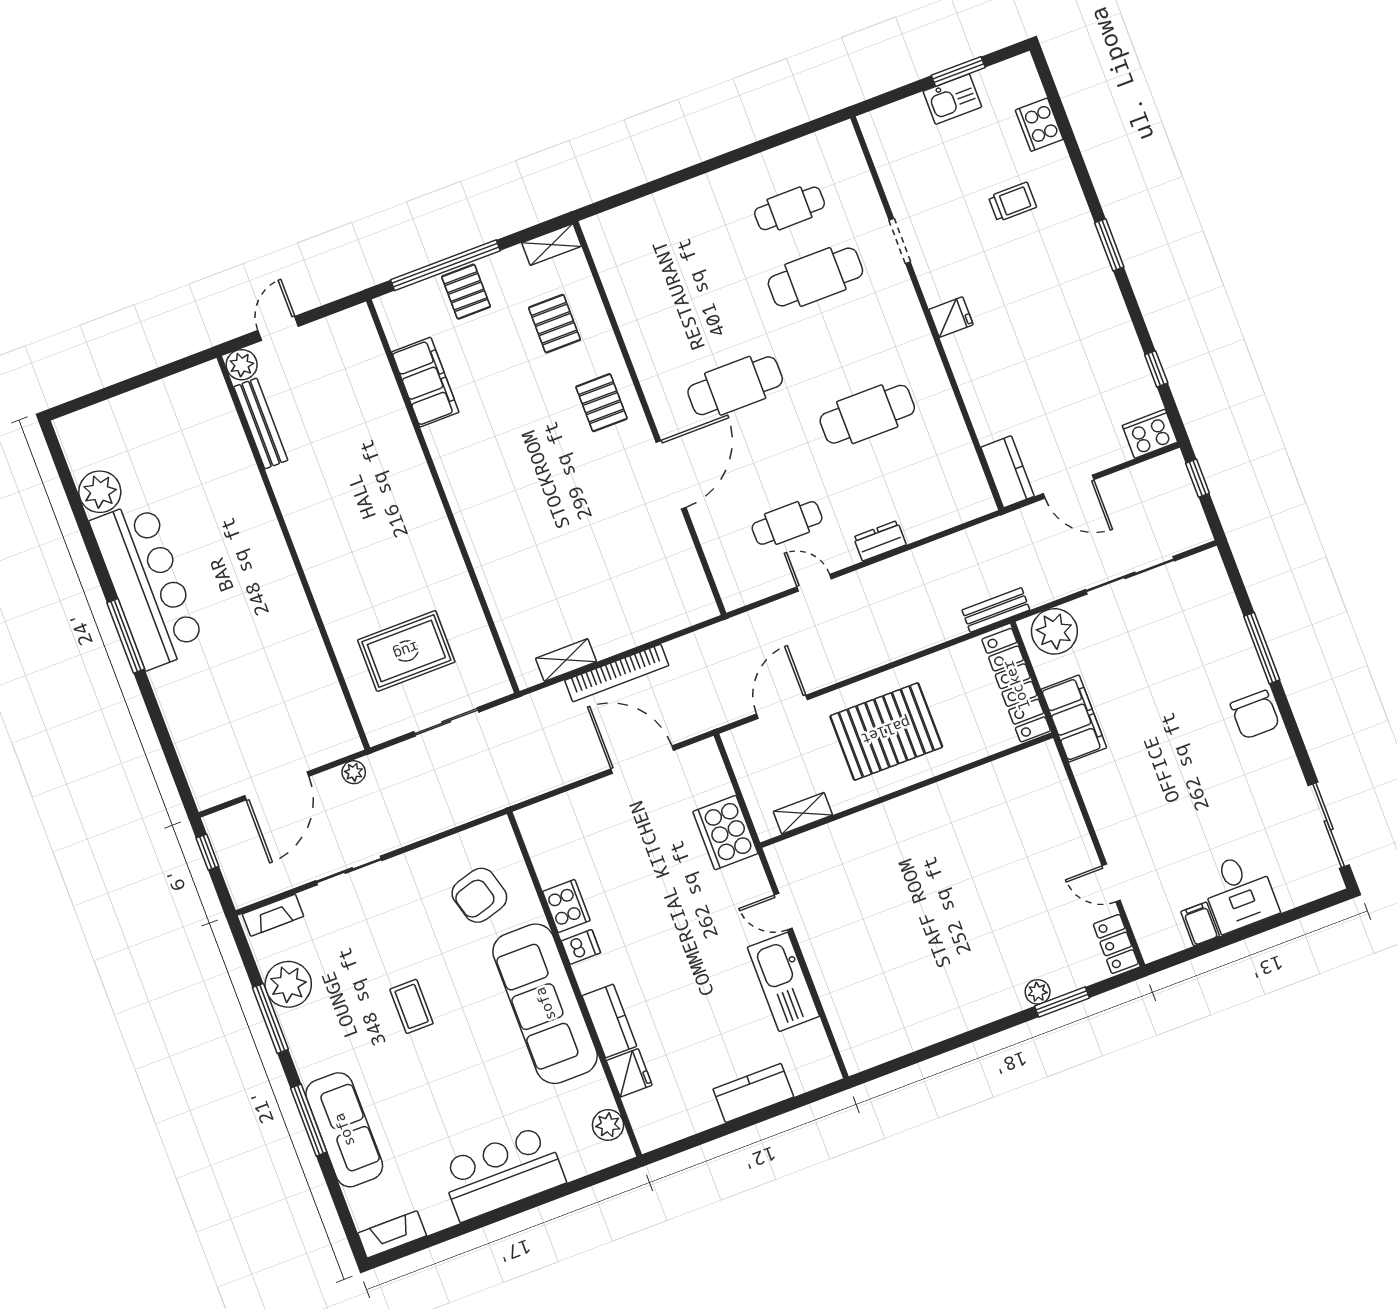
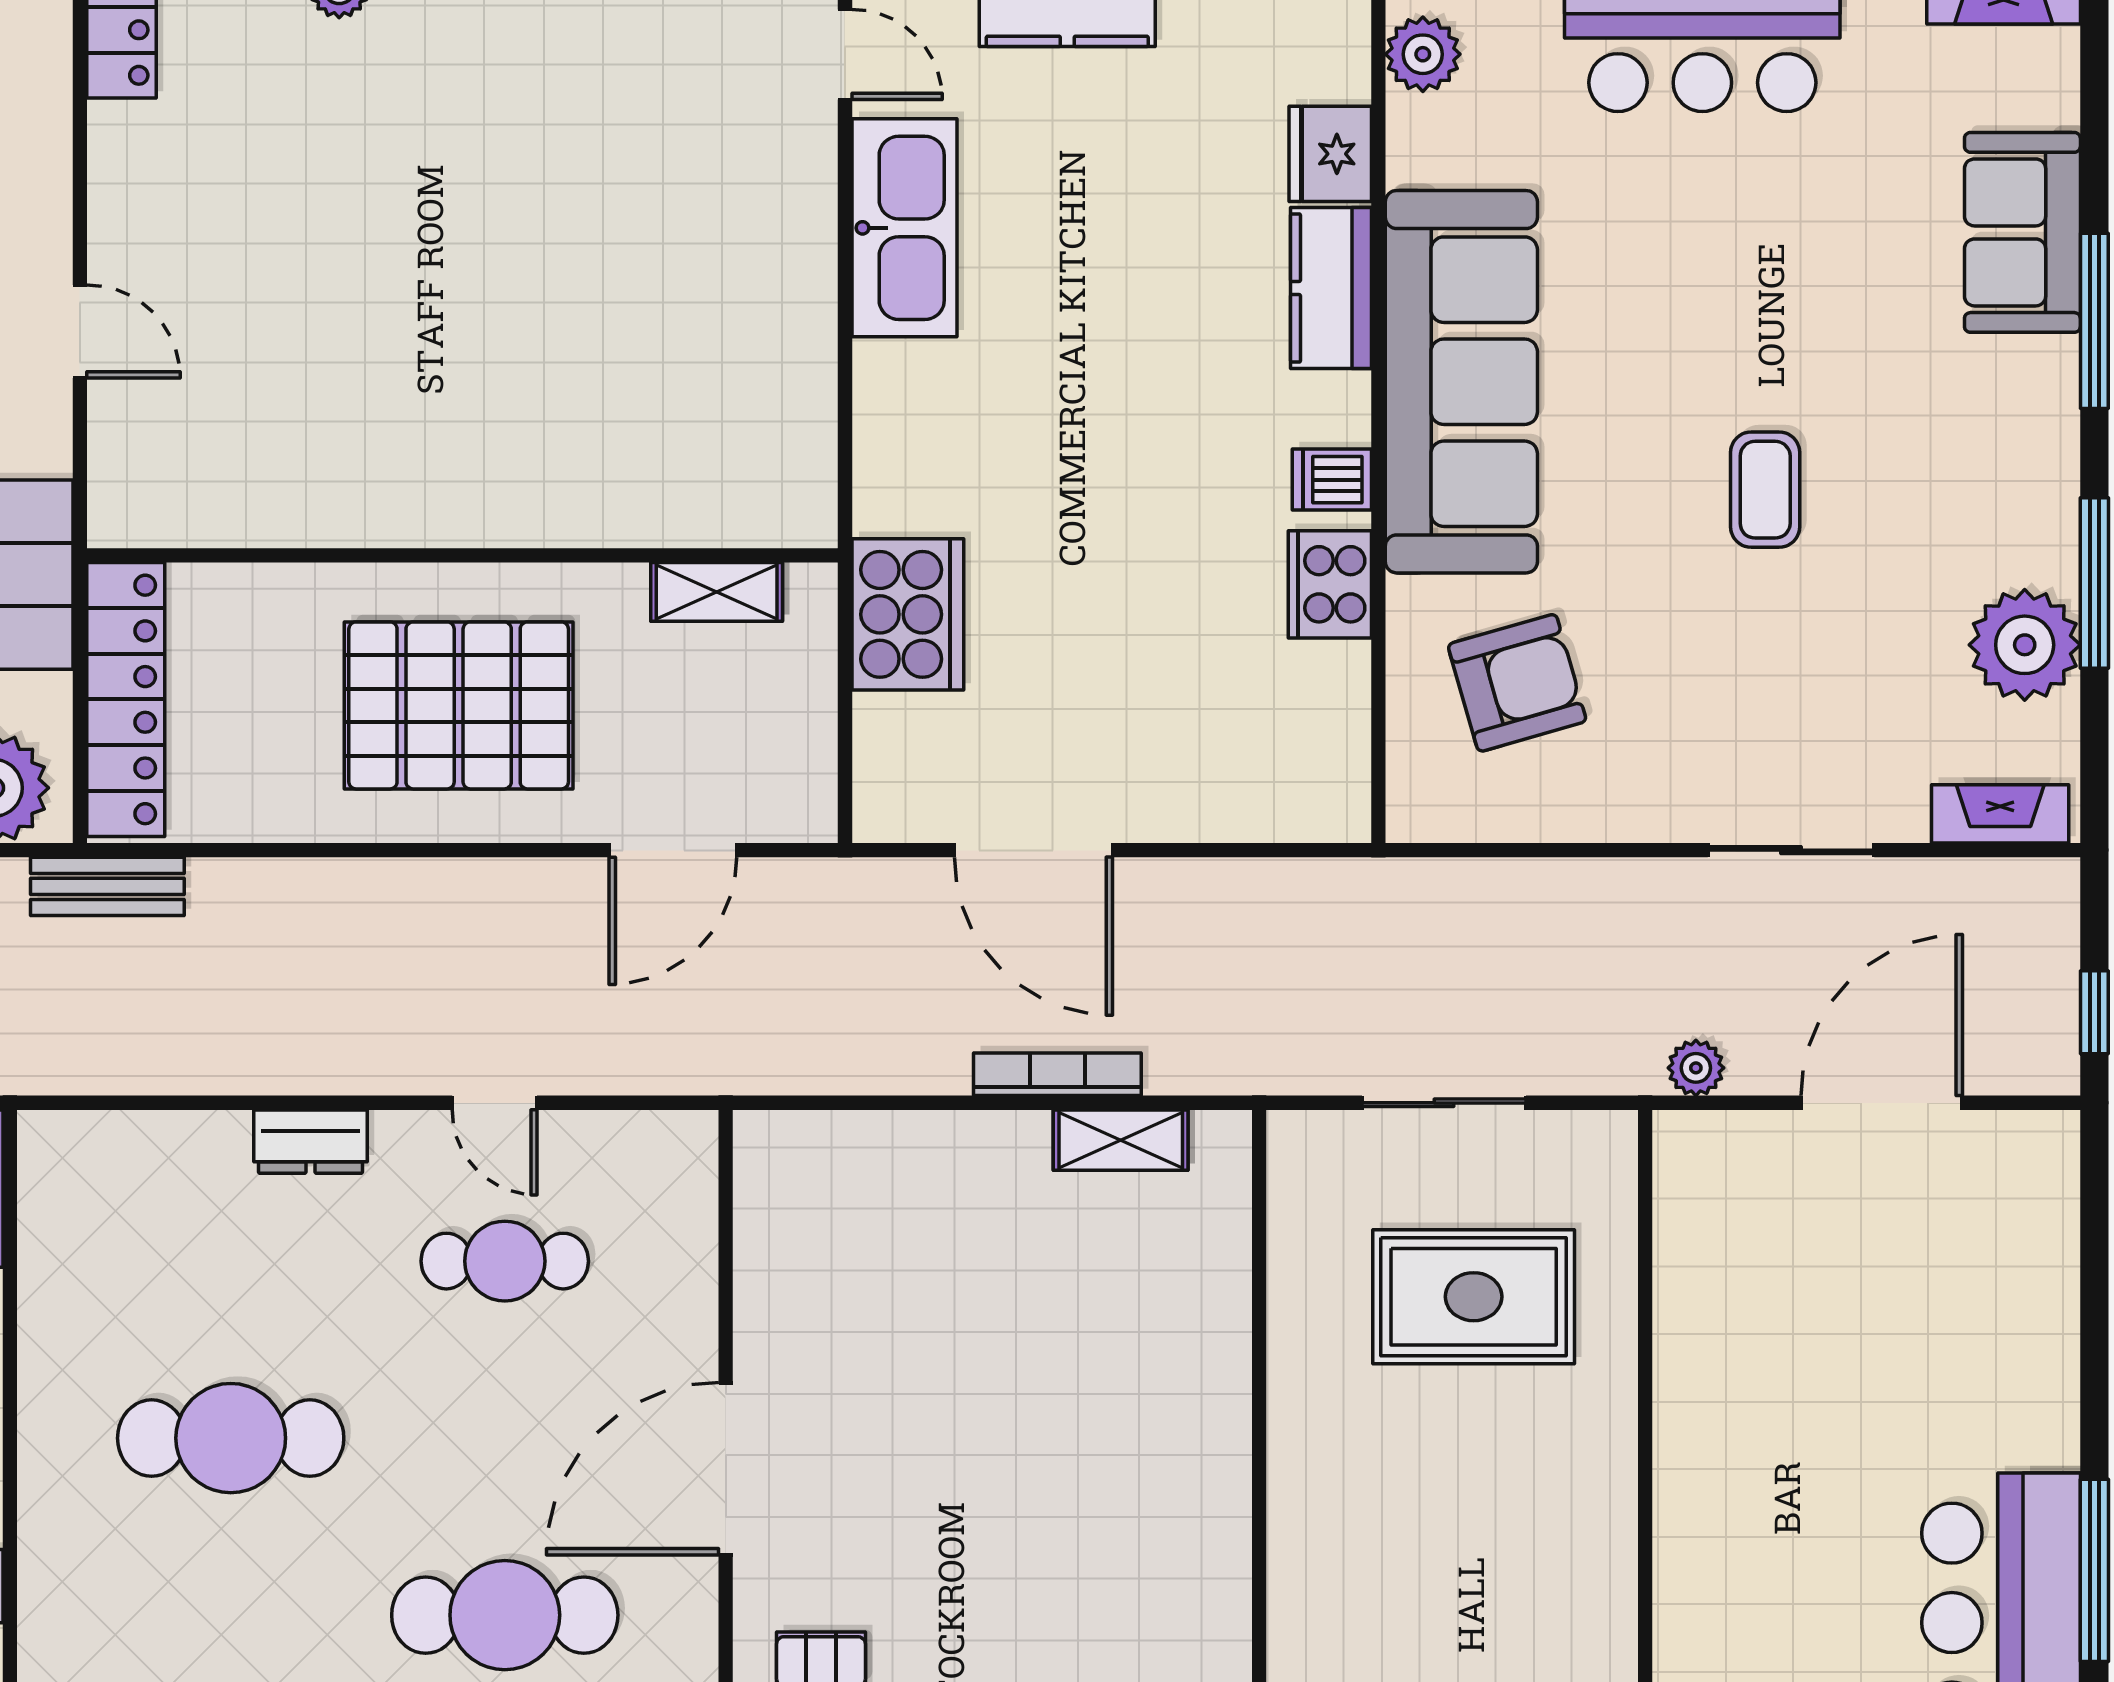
bookcase: (617, 673) -> (1057, 1074), width x0.68, depth x0.76
door: (1111, 883) -> (80, 331), moved
door: (783, 912) -> (845, 54), moved
sofa: (344, 1130) -> (2022, 232), width x0.73

